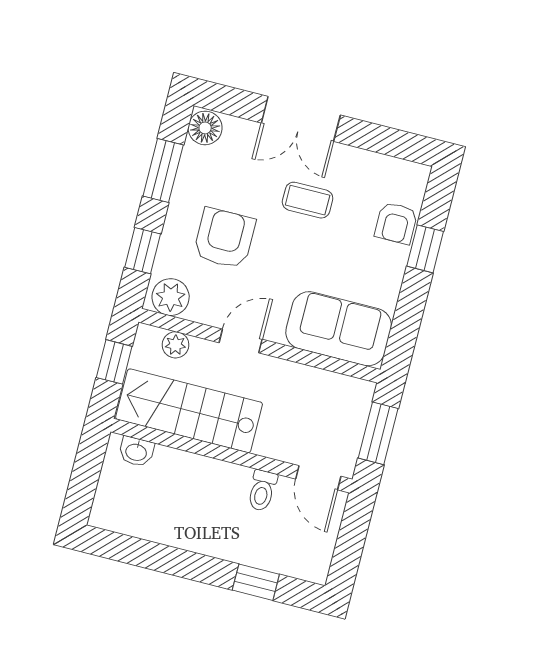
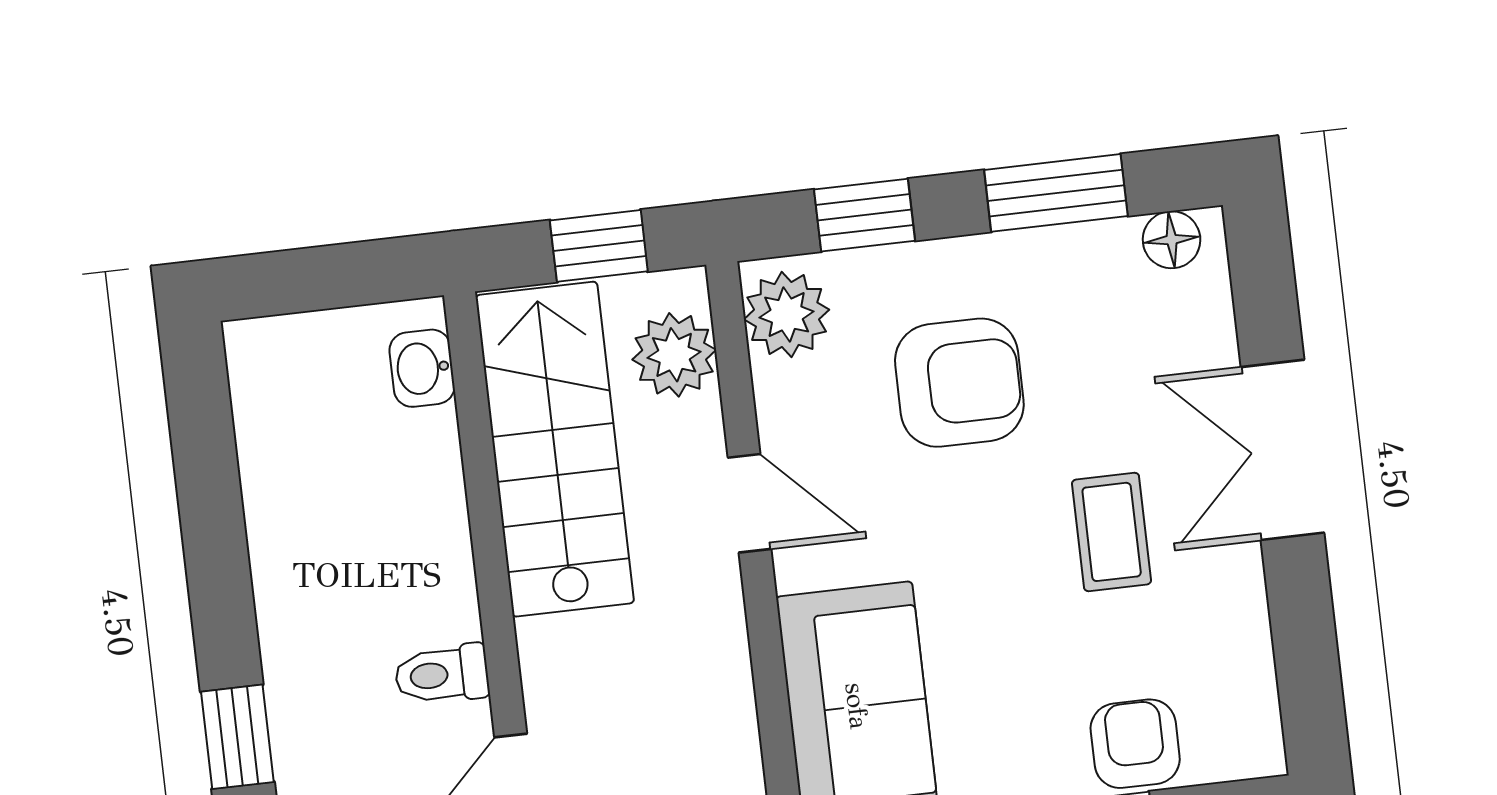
floor lamp: (205, 128) -> (1172, 240), width x0.73, depth x0.73
armchair: (396, 223) -> (1135, 744), turned 90
plant: (176, 345) -> (674, 355), width x1.38, depth x1.38

